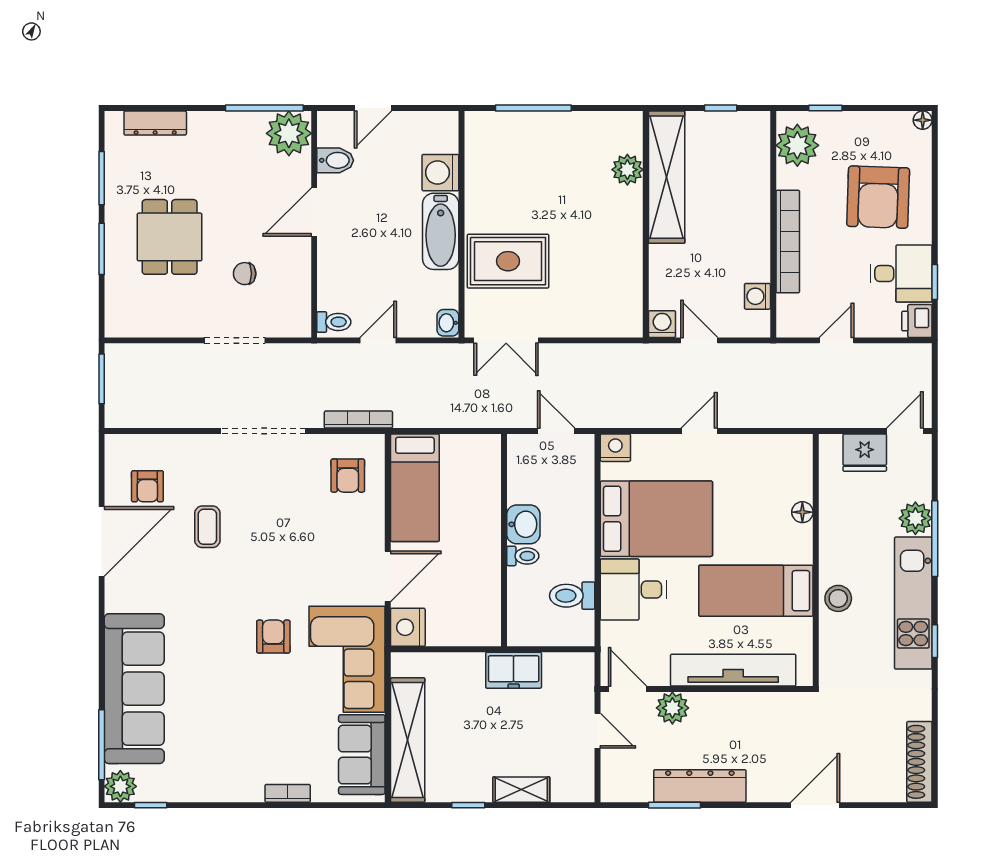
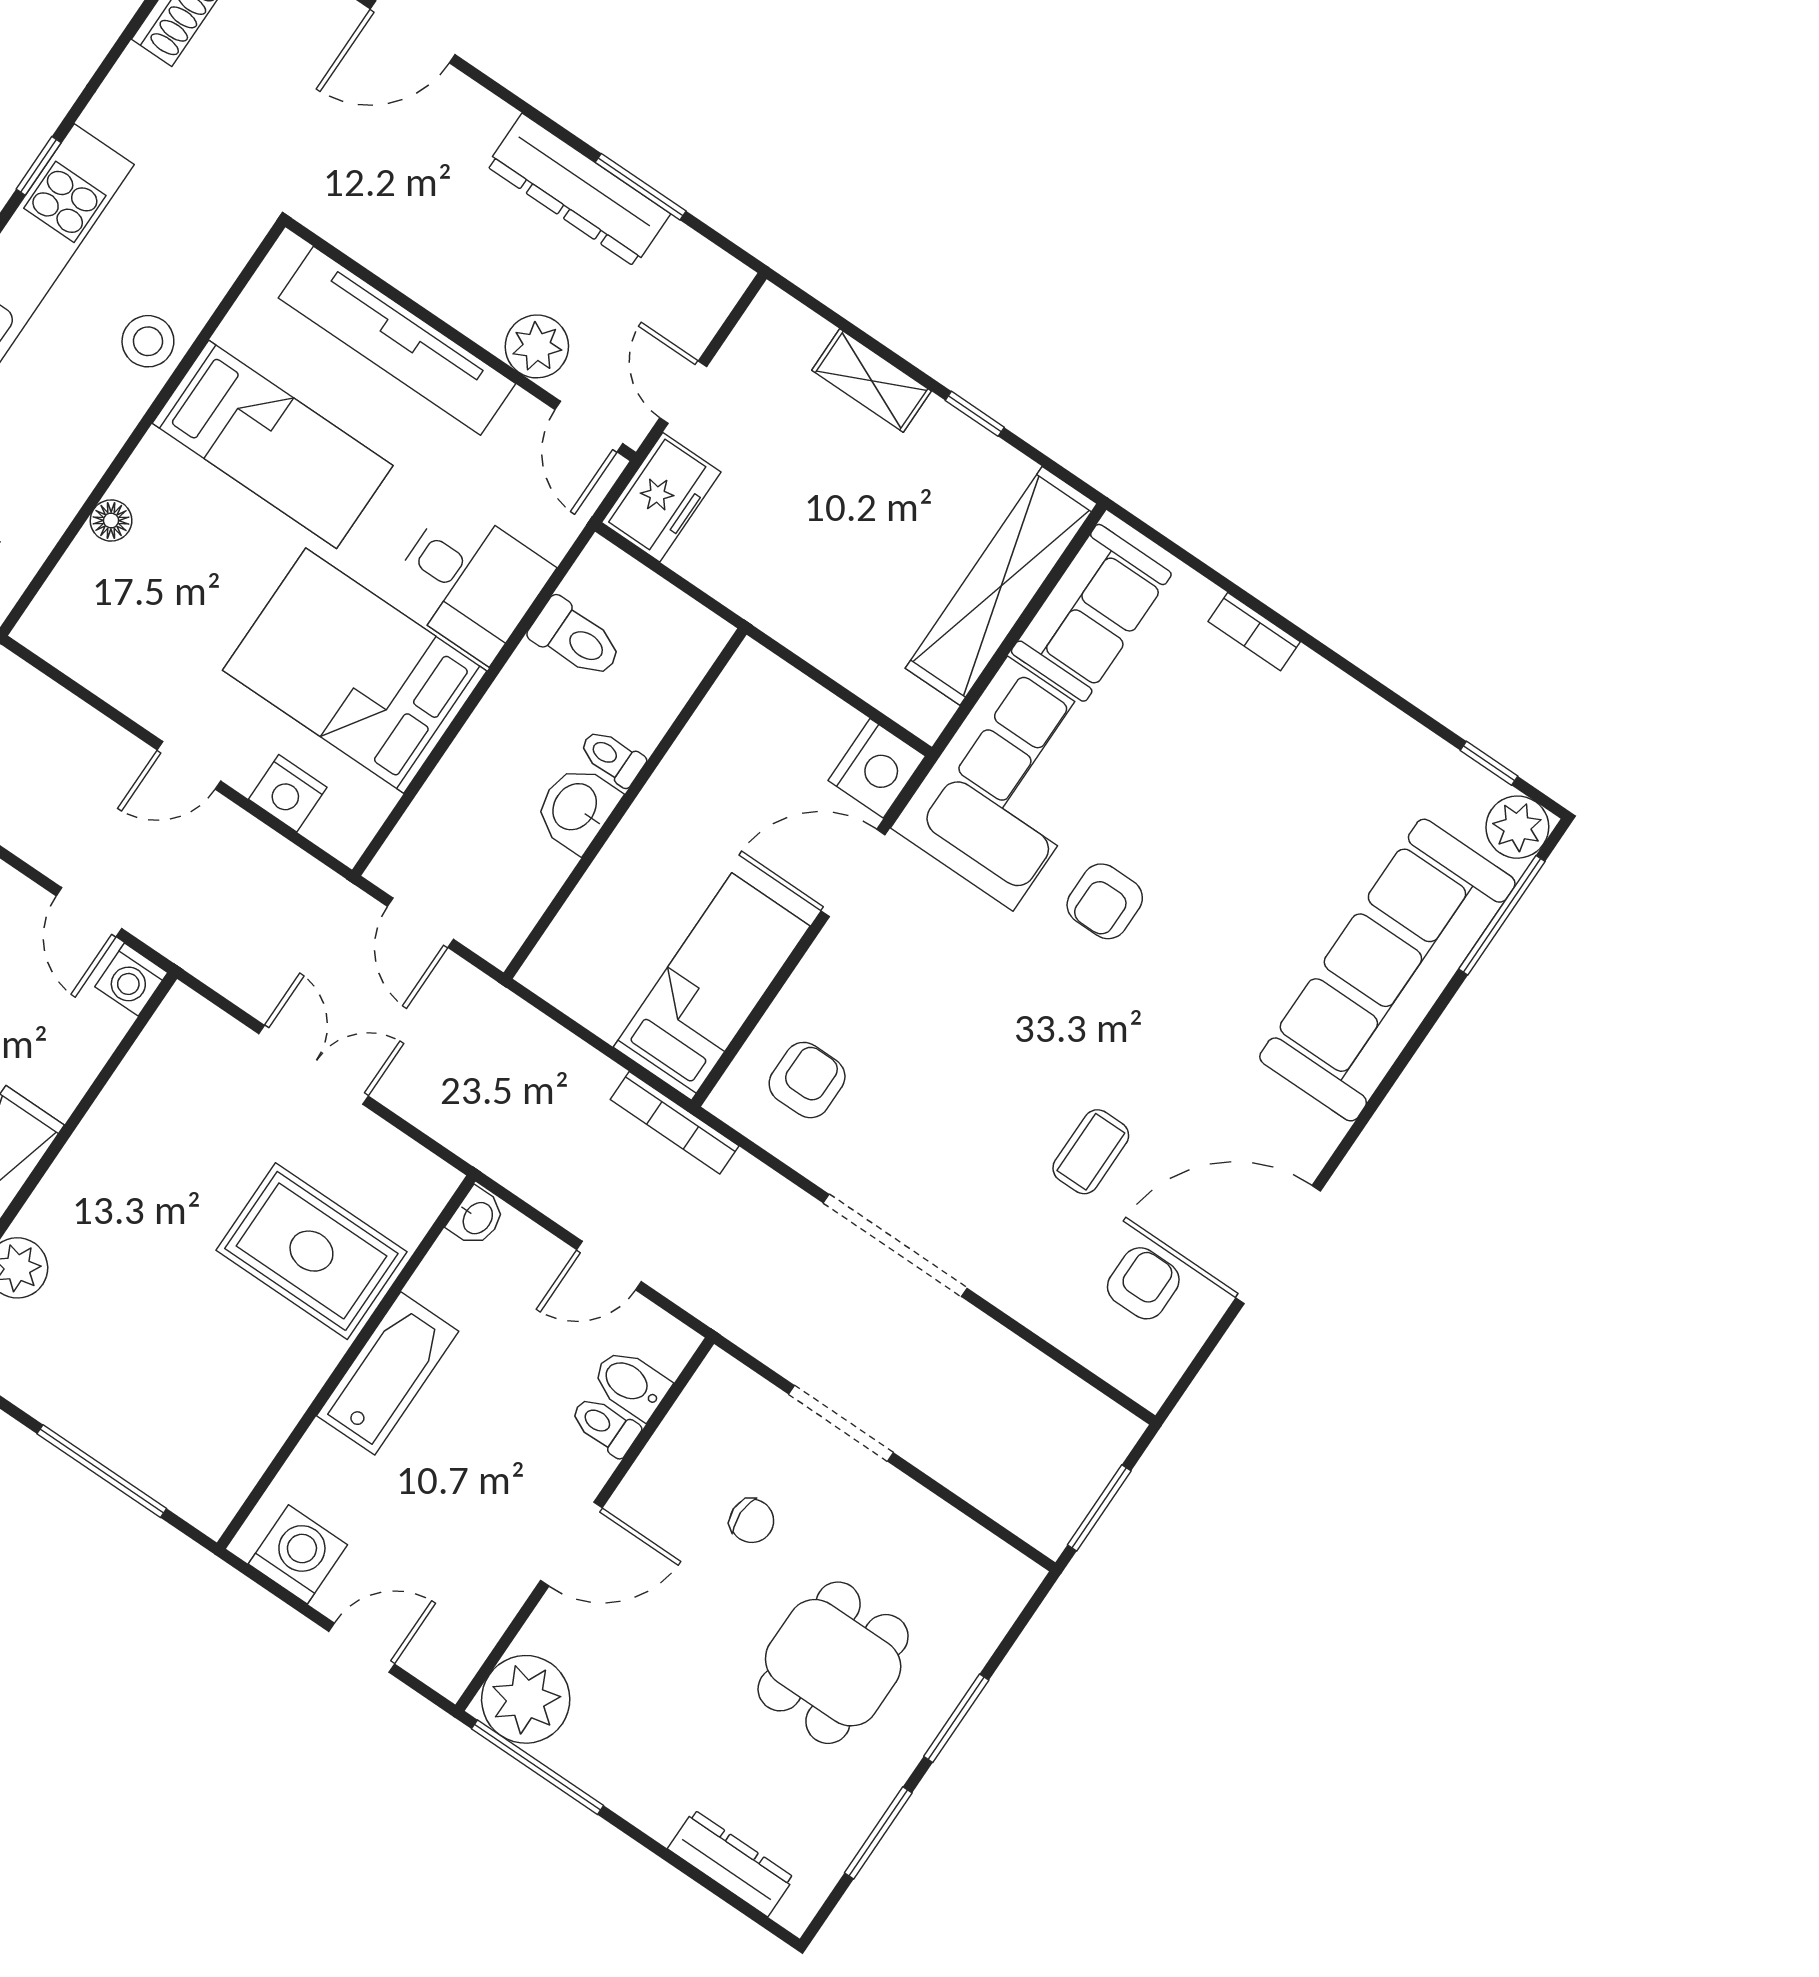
bidet: (335, 160) -> (631, 1384), moved
washing machine: (440, 173) -> (298, 1554), moved, turned -90
toilet: (334, 322) -> (605, 1426), moved
double door: (506, 340) -> (314, 1065), moved
bookcase: (358, 420) -> (675, 1123), moved
nightstand: (615, 448) -> (288, 793), moved
freezer: (514, 670) -> (661, 497), moved, turned 90

